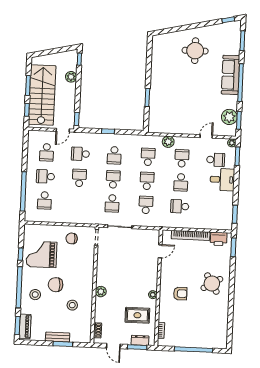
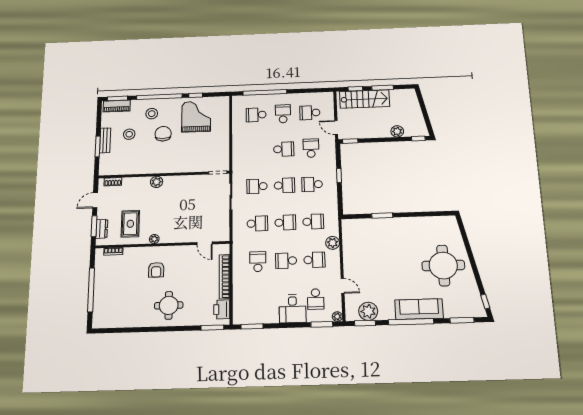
round table: (195, 51) -> (443, 265), width x1.36, depth x1.36
stairs: (42, 95) -> (364, 99), width x0.73, depth x0.66
chair: (72, 238) -> (215, 146), removed
round table: (212, 284) -> (169, 305), turned 31
stool: (72, 305) -> (129, 134), moved

